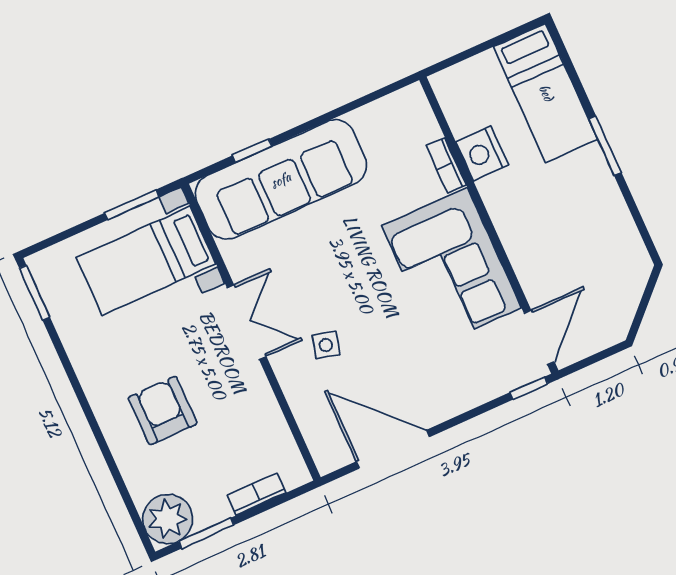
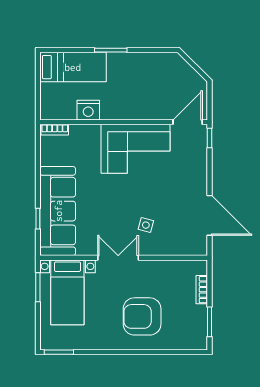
bookcase: (446, 165) -> (55, 130), moved
door: (539, 337) -> (188, 122), hinge flipped
armchair: (163, 411) -> (142, 316), width x1.36, depth x1.36
door: (393, 449) -> (210, 215), swing flipped
plant: (168, 519) -> (195, 337), removed

